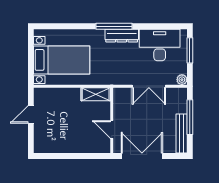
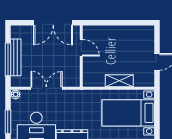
shelving: (96, 94) -> (119, 81), moved
bench: (182, 134) -> (16, 57), moved

